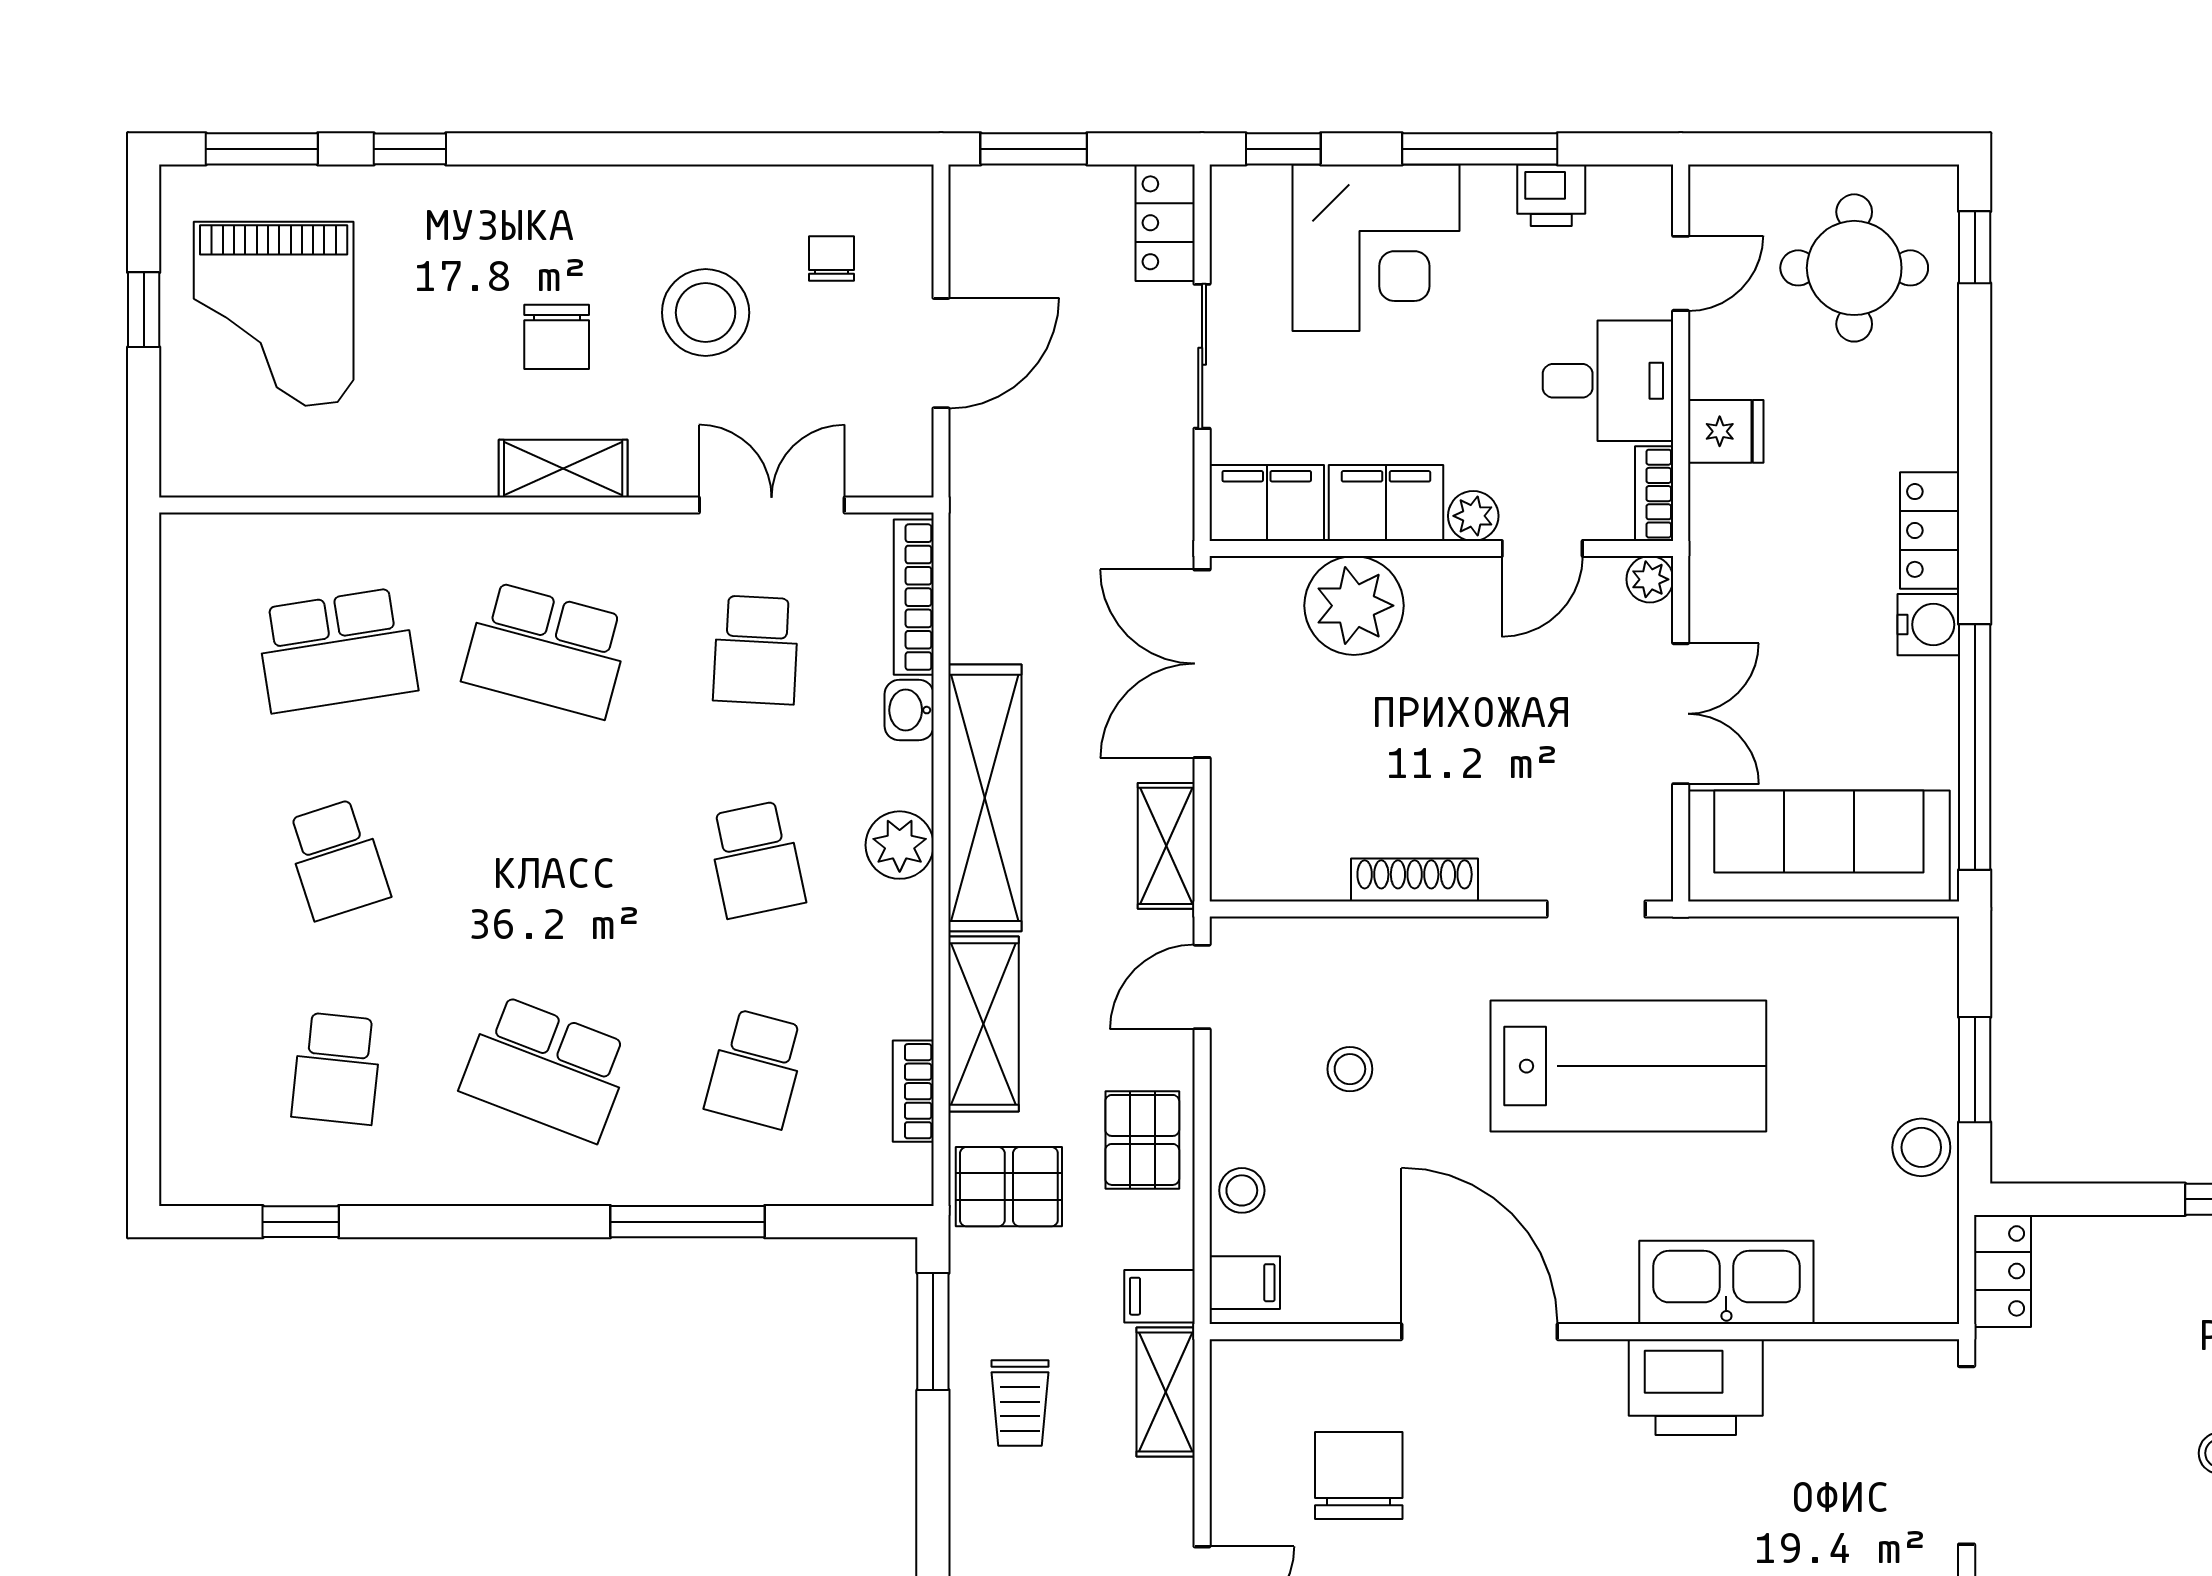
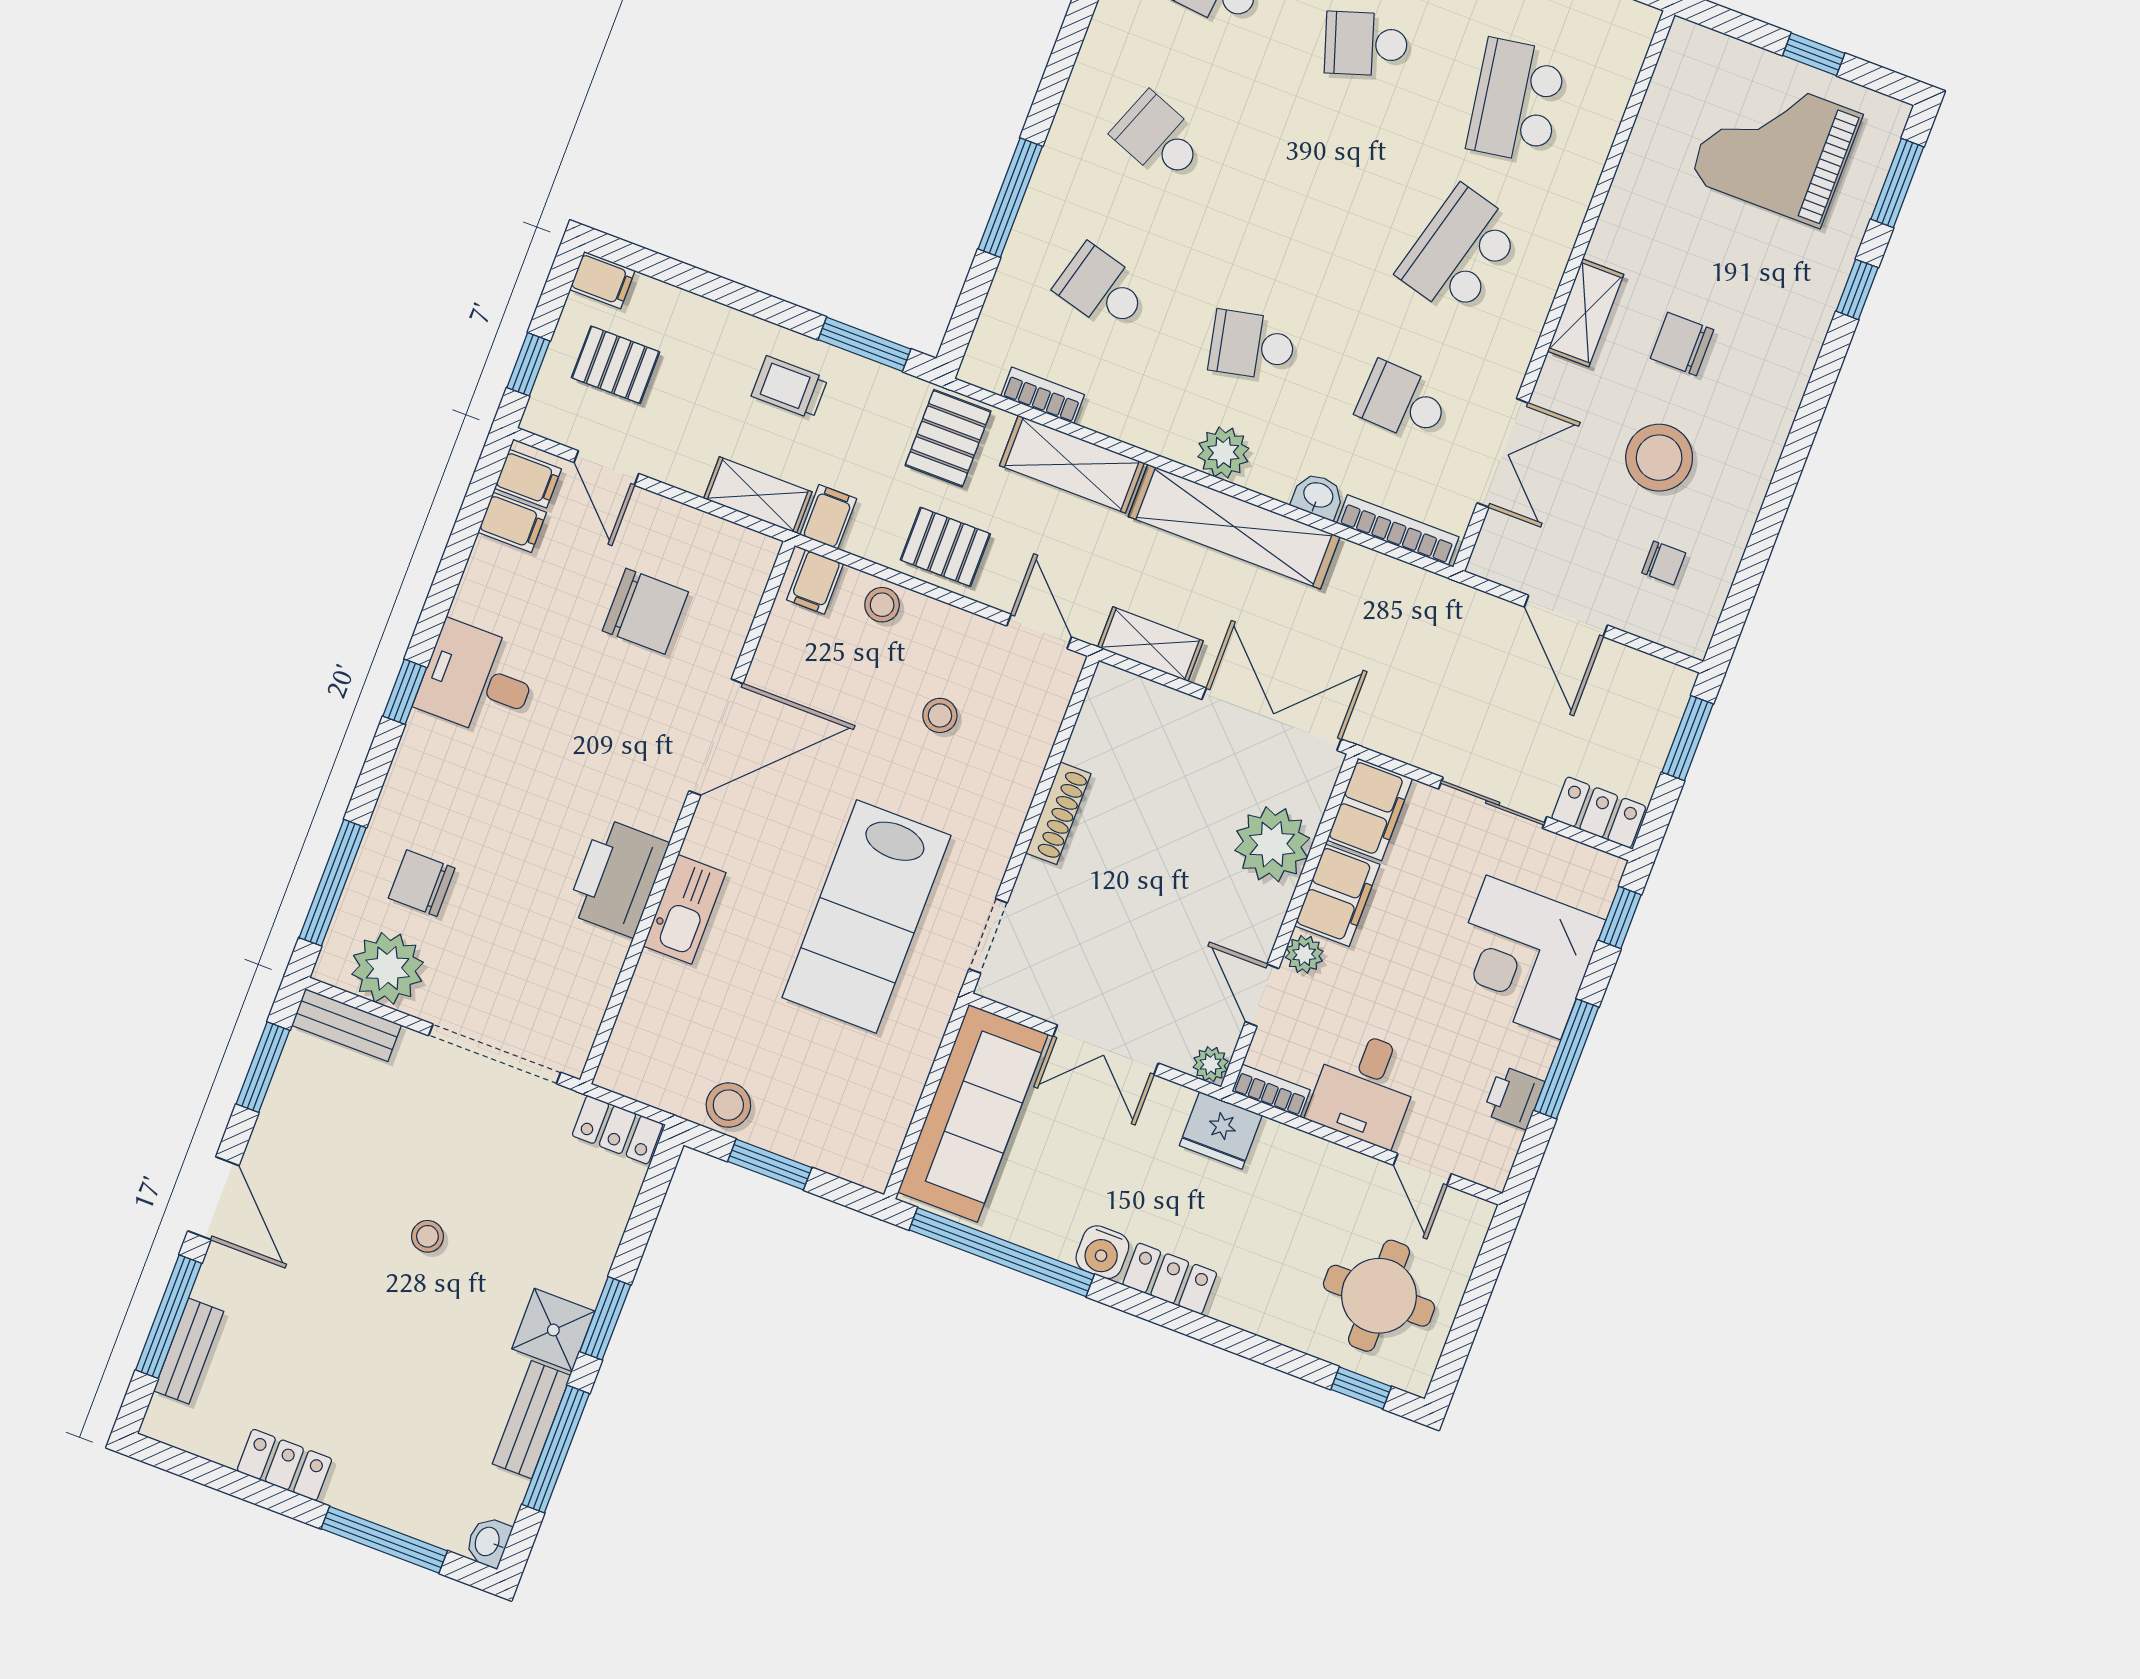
fridge: (1726, 431) -> (1221, 1130), moved, width x1.38
school desk: (546, 1069) -> (1159, 138), width x0.54
kitchen sink: (1726, 1282) -> (685, 909), width x0.73, depth x0.81

